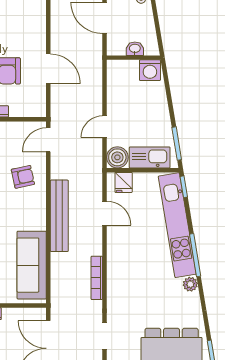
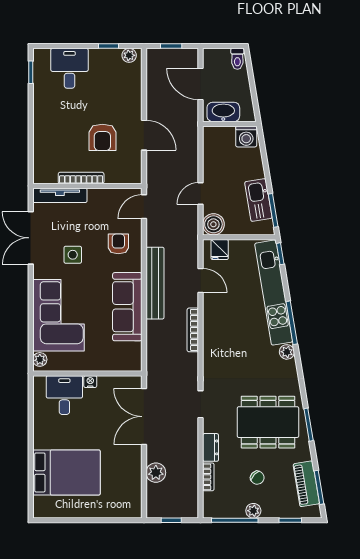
washbasin: (135, 49) -> (223, 112), width x1.91, depth x1.45
kitchen sink: (150, 157) -> (258, 200), moved, turned -99
armchair: (23, 177) -> (118, 244), turned -78
sofa: (32, 265) -> (127, 307), moved
bookcase: (97, 278) -> (193, 330), moved

